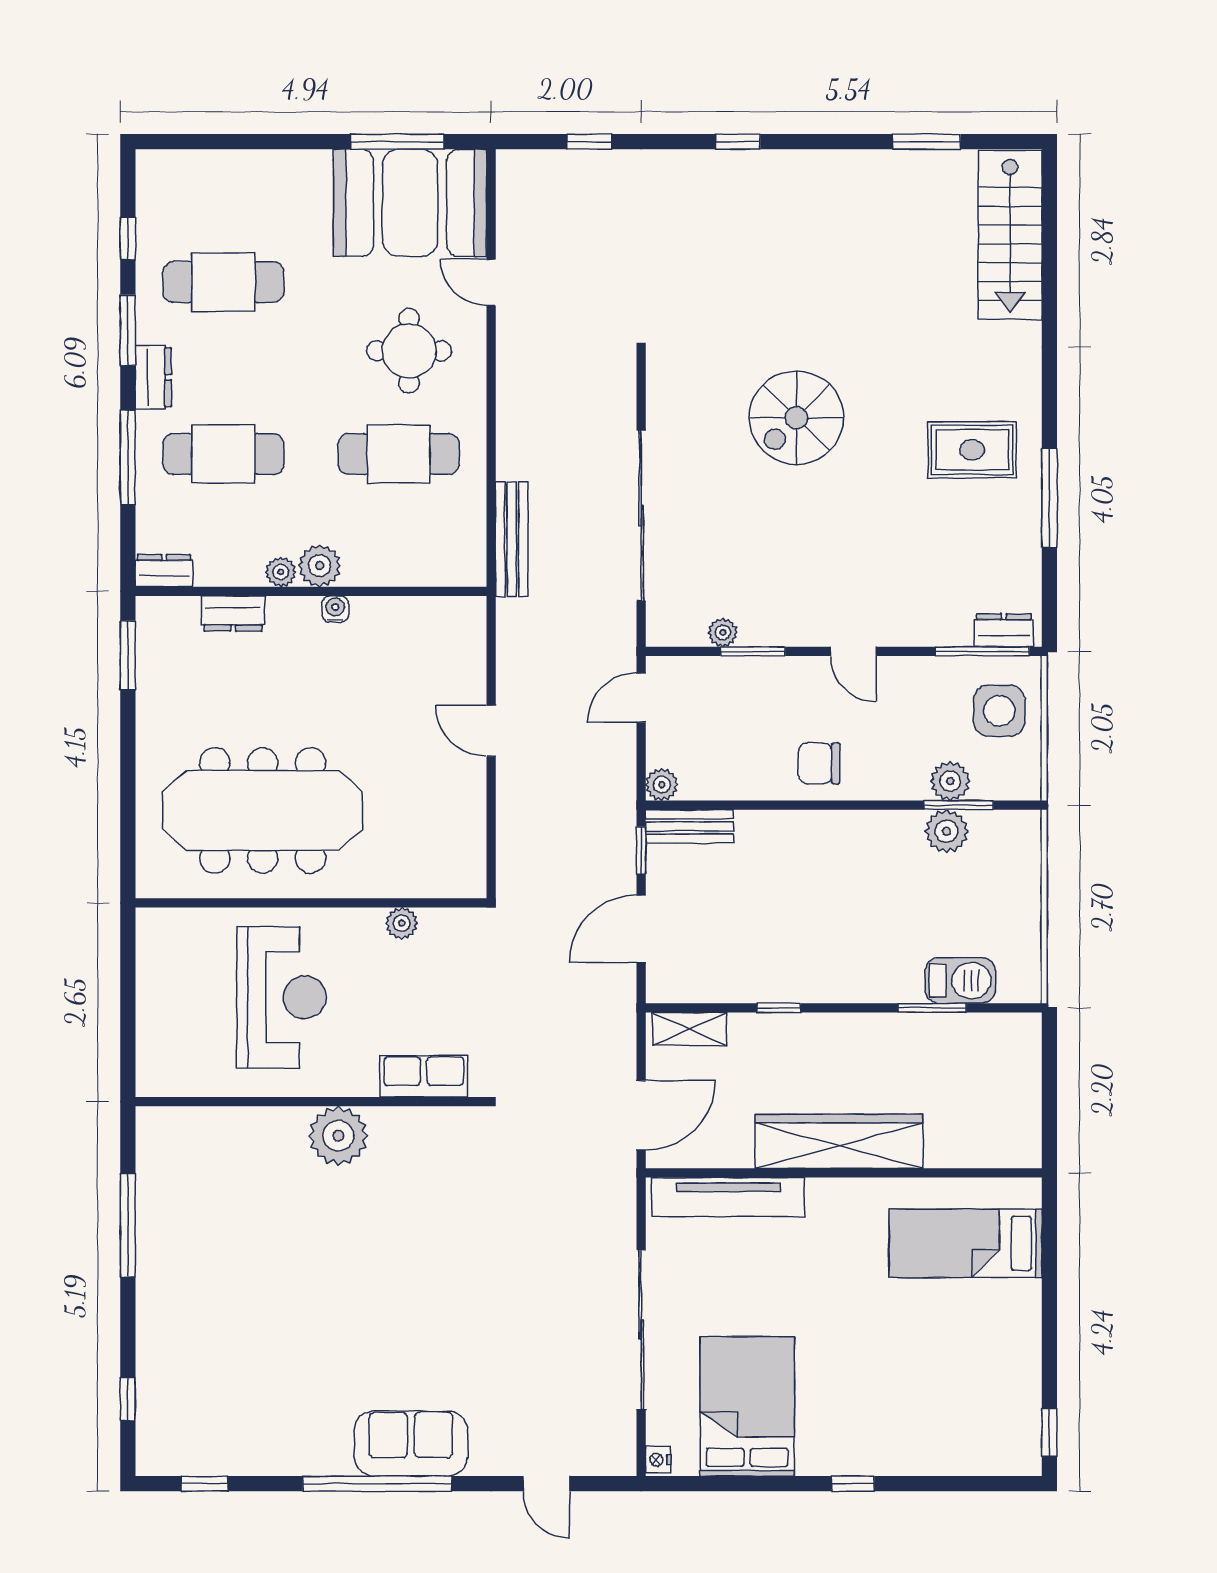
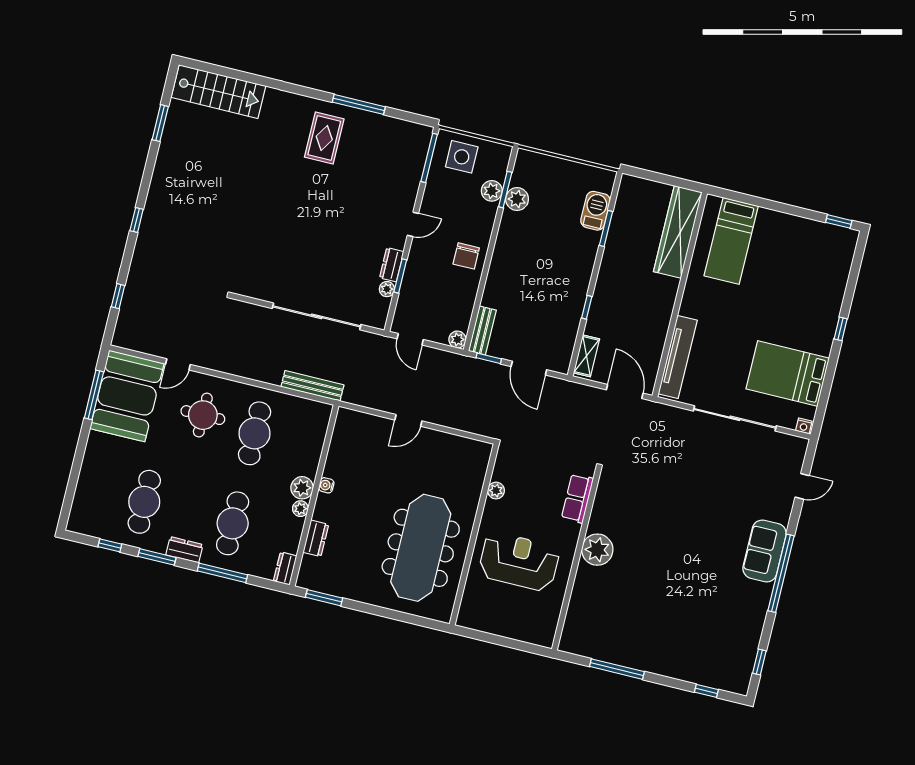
spiral stairs: (796, 418) -> (286, 224), removed
dresser: (1004, 630) -> (392, 265), moved
wardrobe: (839, 1141) -> (678, 232), moved

